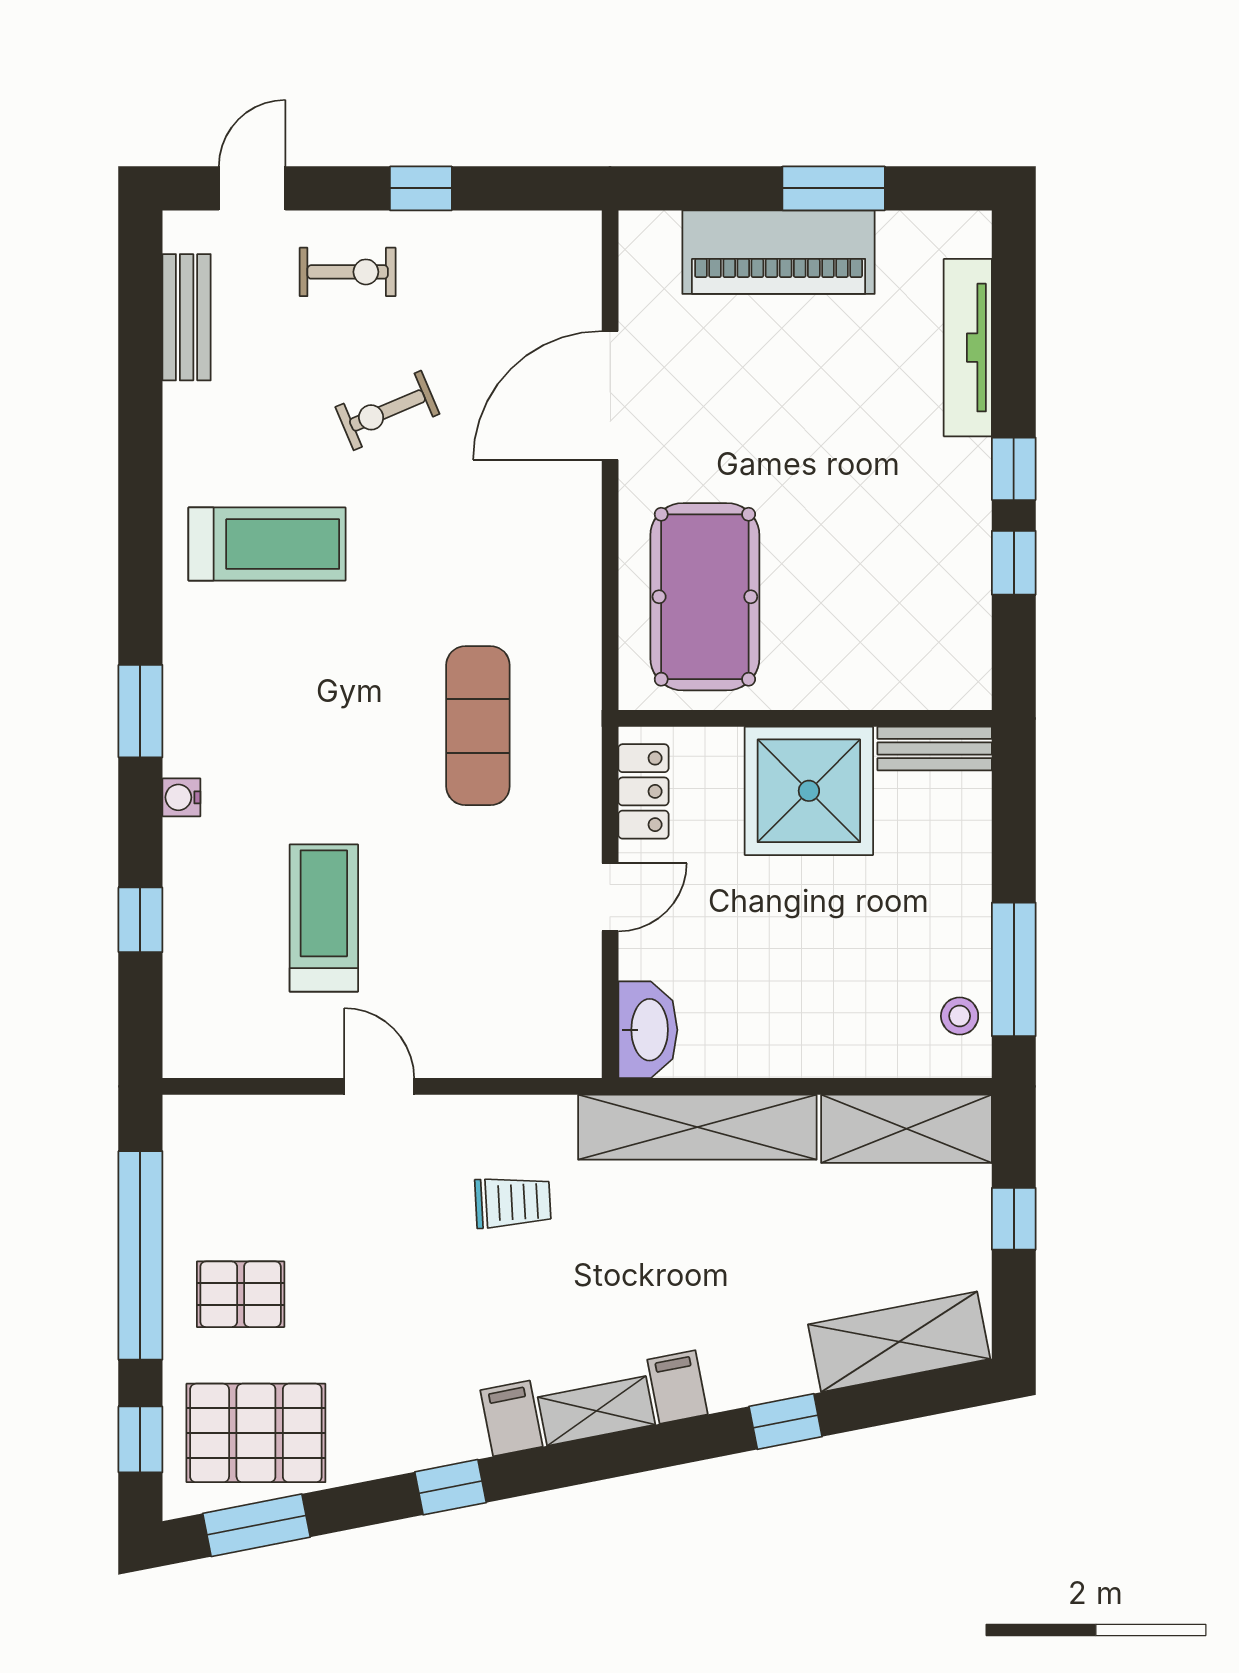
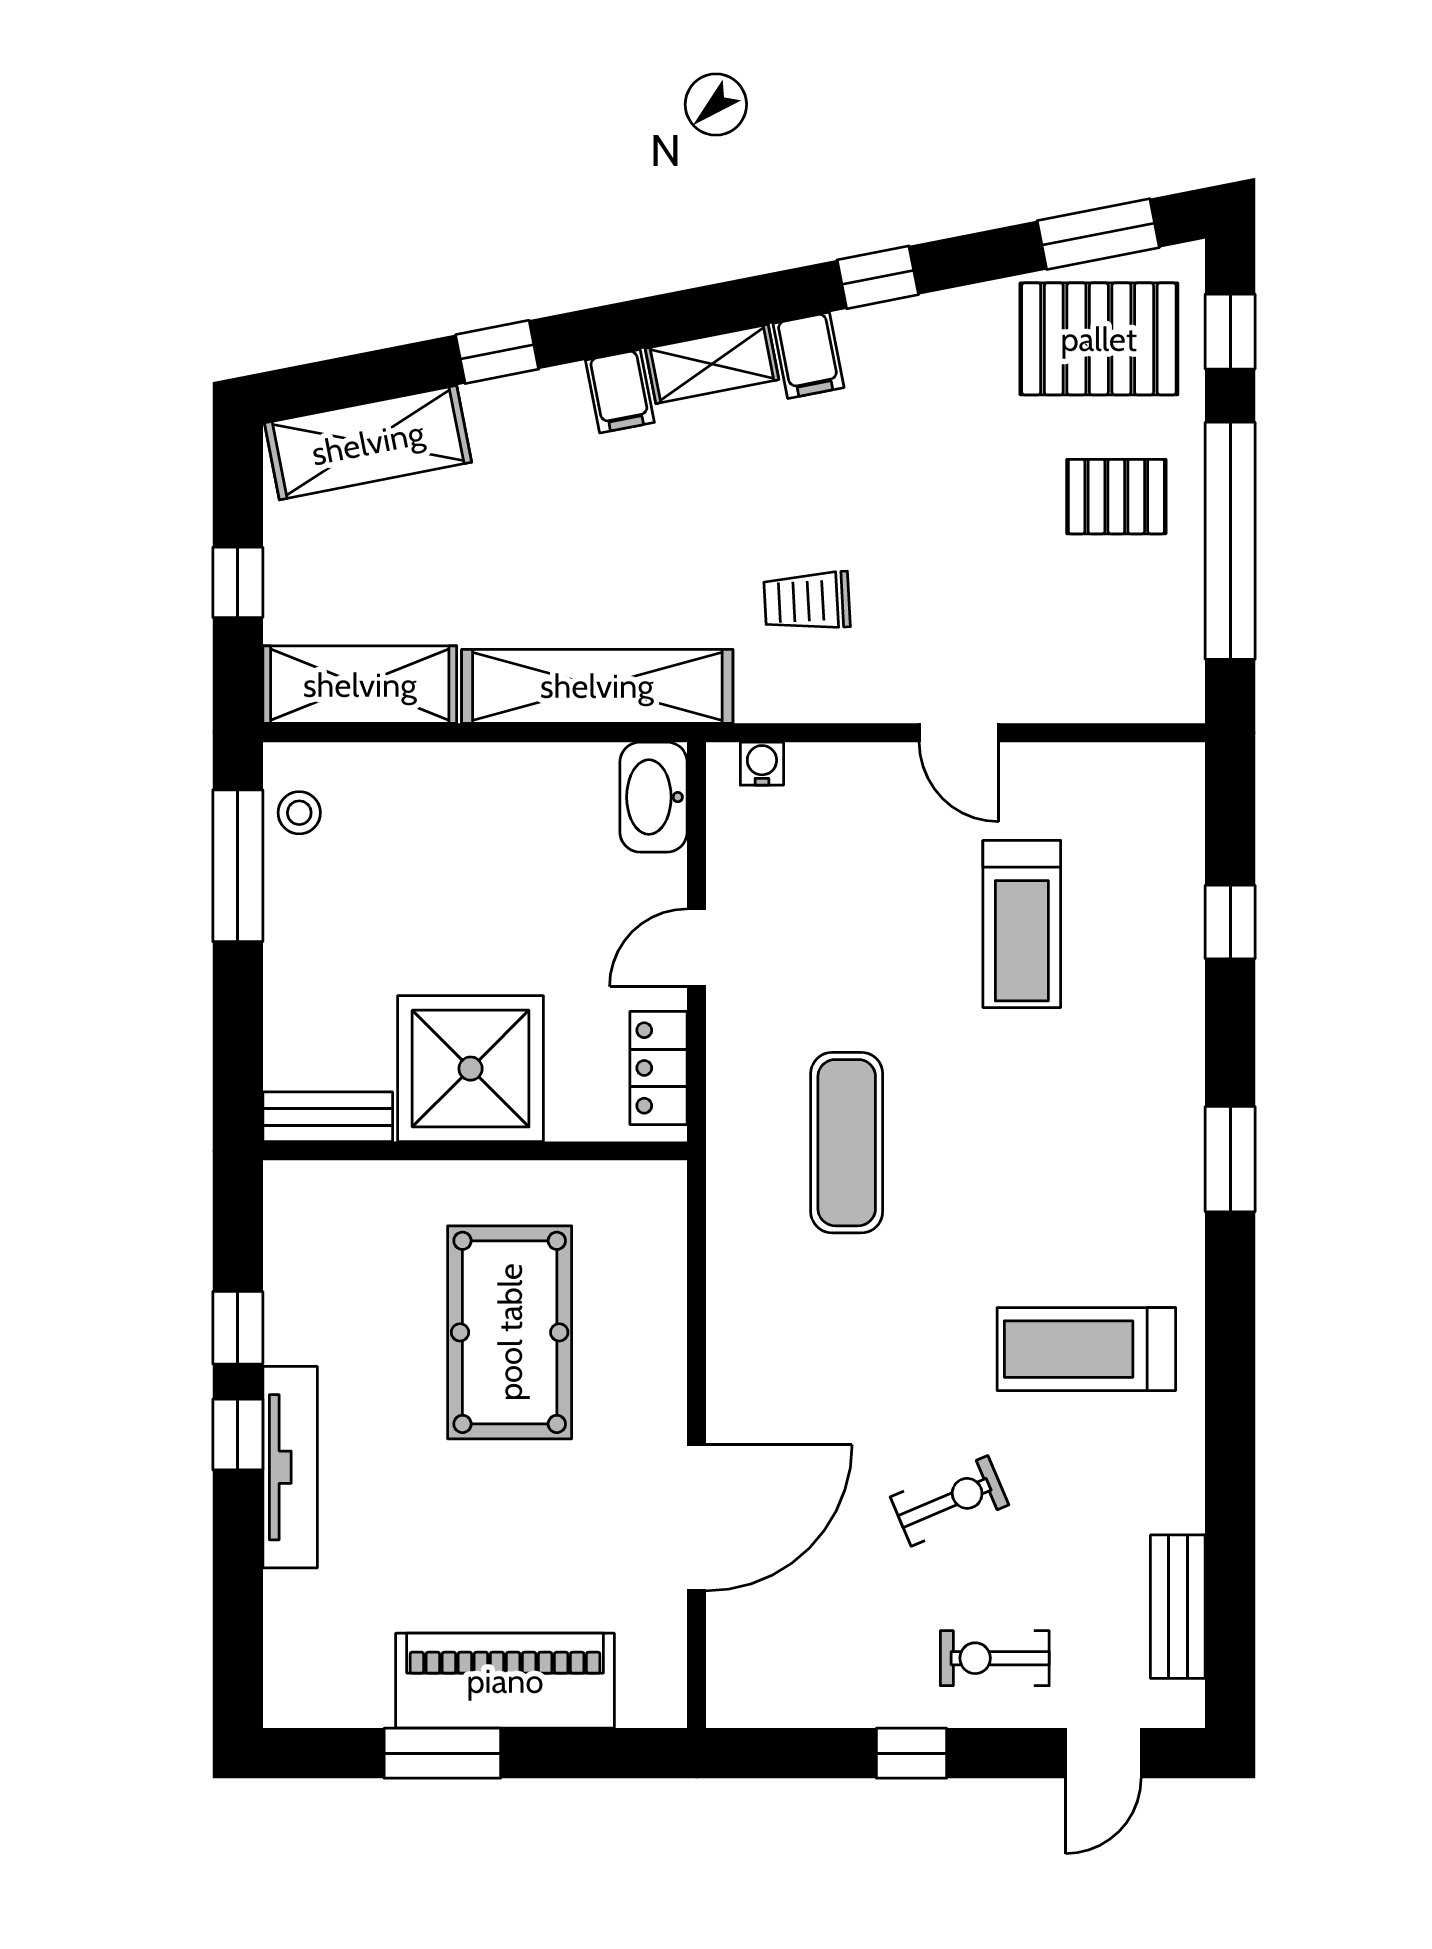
tv unit: (968, 348) -> (290, 1467), moved
pool table: (705, 597) -> (510, 1332), moved
water cooler: (181, 797) -> (762, 764), moved, turned -90

